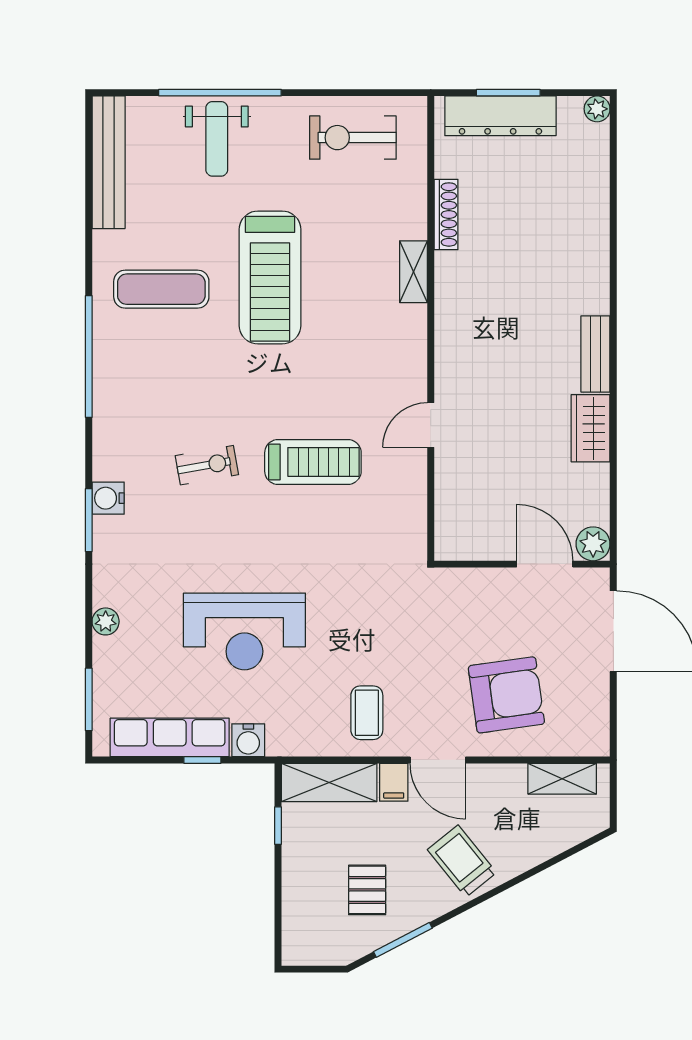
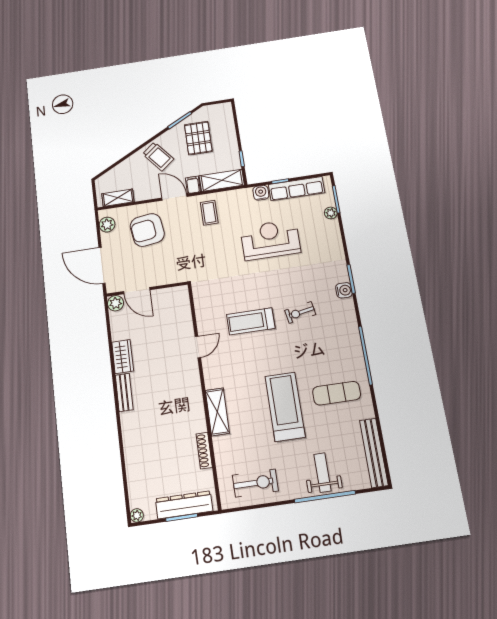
shelving: (413, 272) -> (217, 412), width x1.50, depth x1.33
plant: (106, 621) -> (331, 213), moved
plant: (593, 721) -> (107, 225), added
pallet: (367, 890) -> (198, 138), width x1.50, depth x1.42

